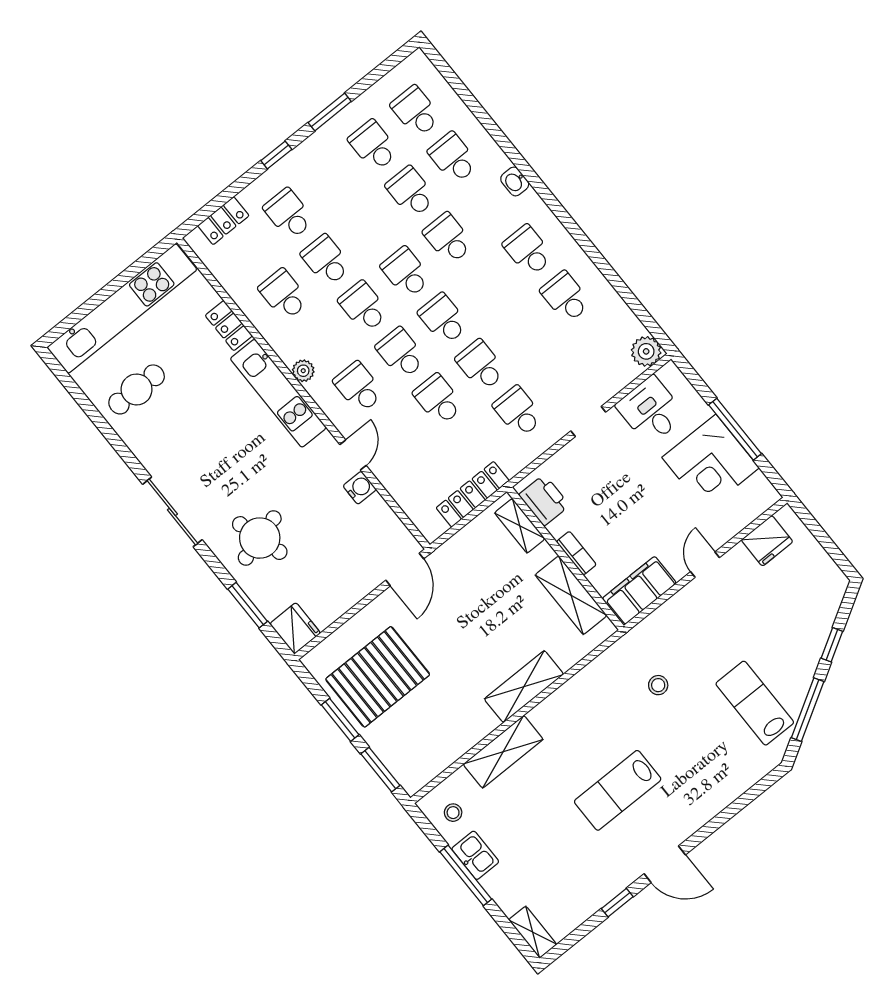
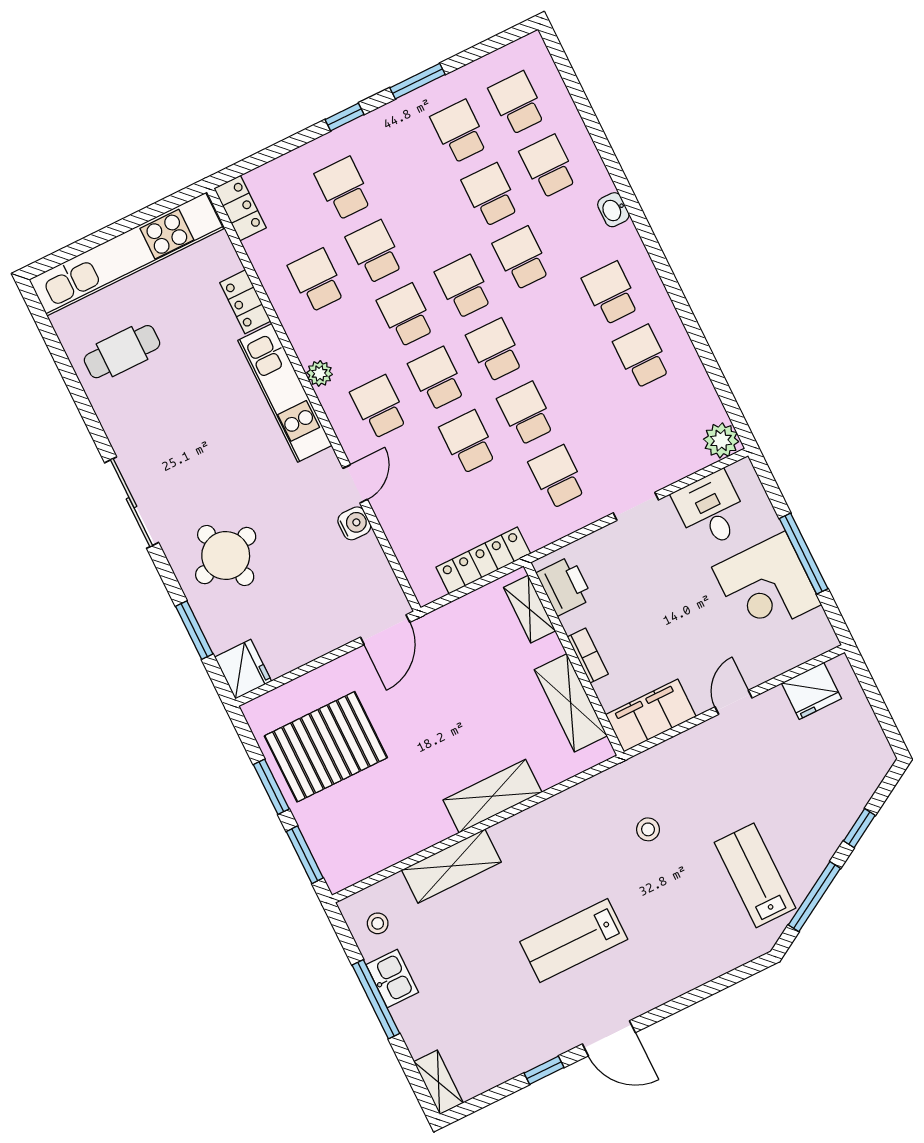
locker: (223, 221) -> (240, 208), moved, turned -90

